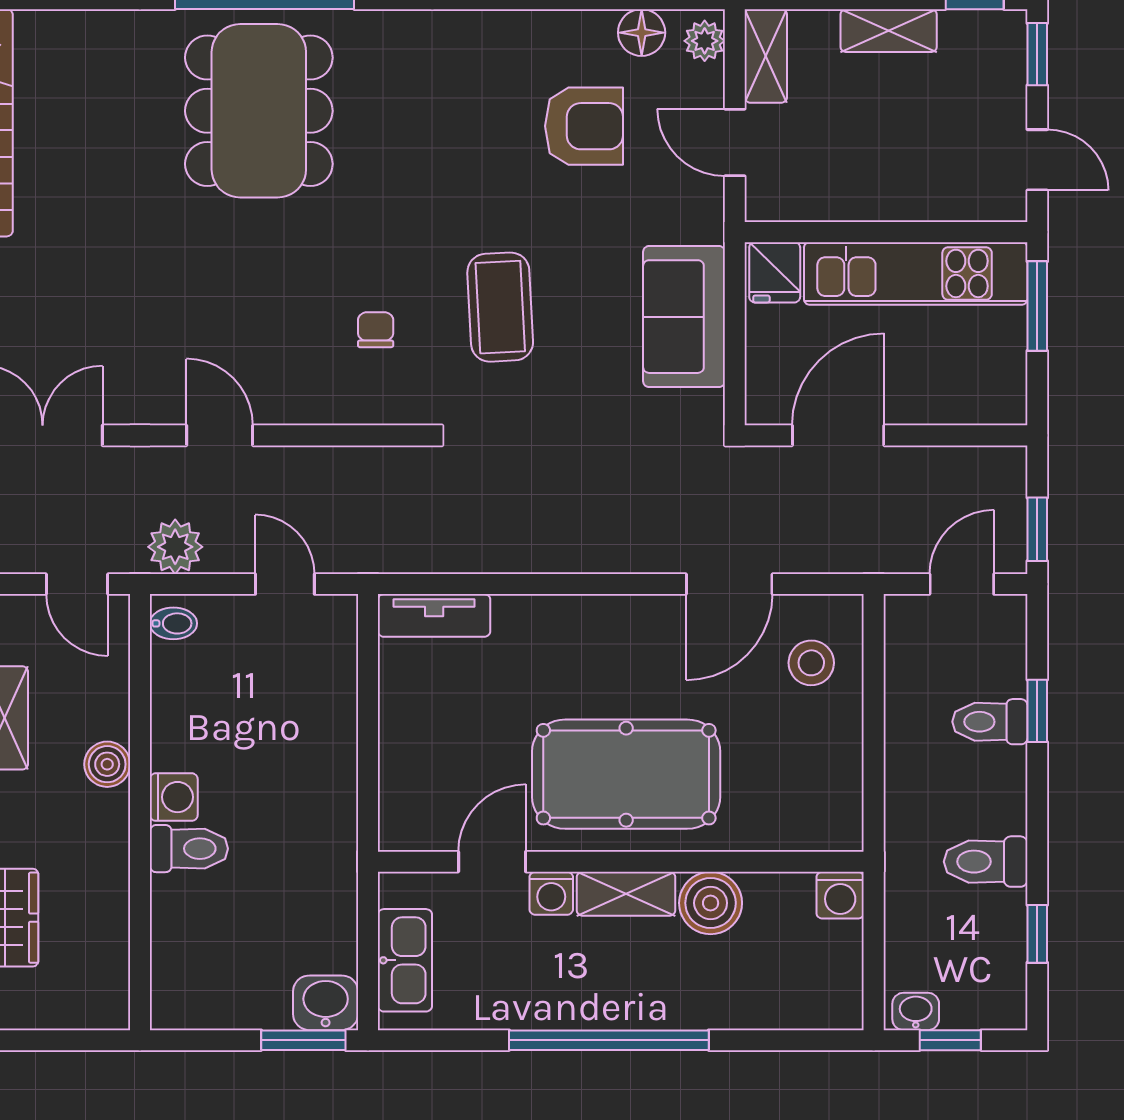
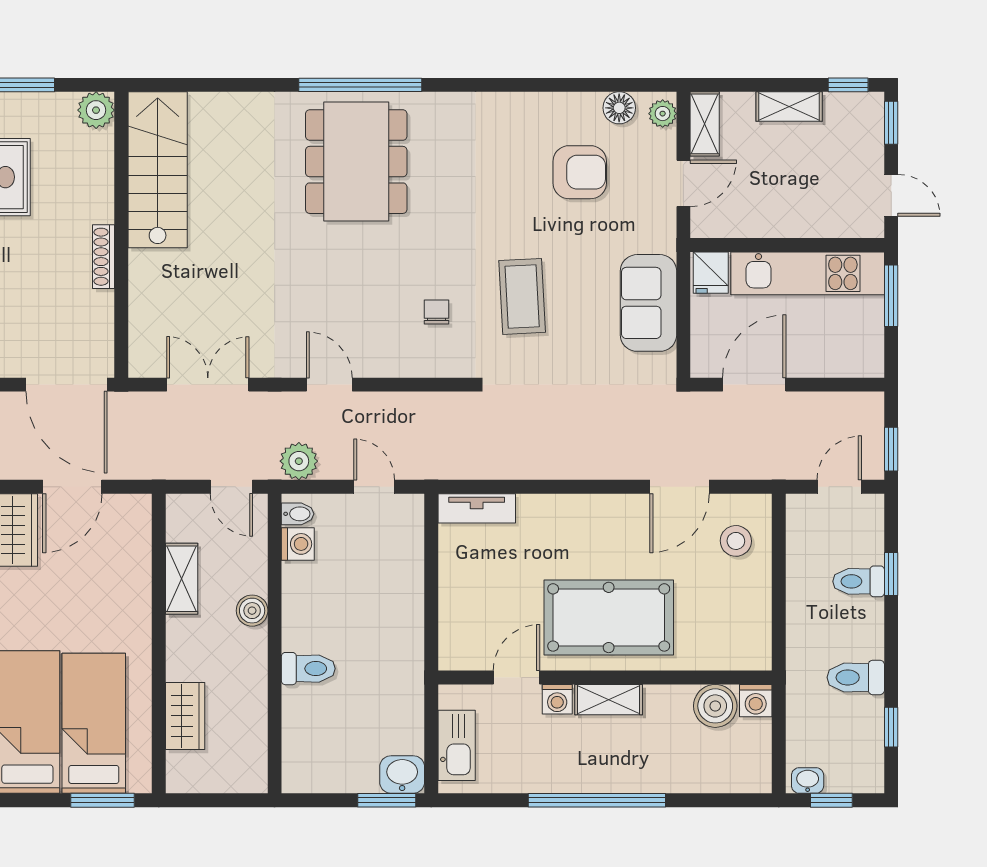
door: (735, 143) -> (683, 183), swing flipped
washing machine: (174, 797) -> (298, 544), moved
boiler: (711, 903) -> (715, 706), moved

